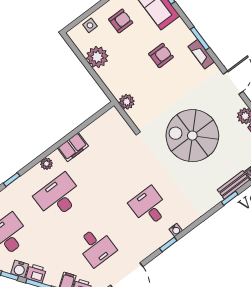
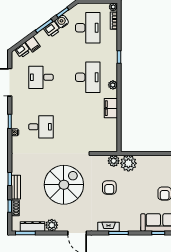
armchair: (161, 55) -> (109, 187), moved
plant: (97, 57) -> (128, 163), moved

